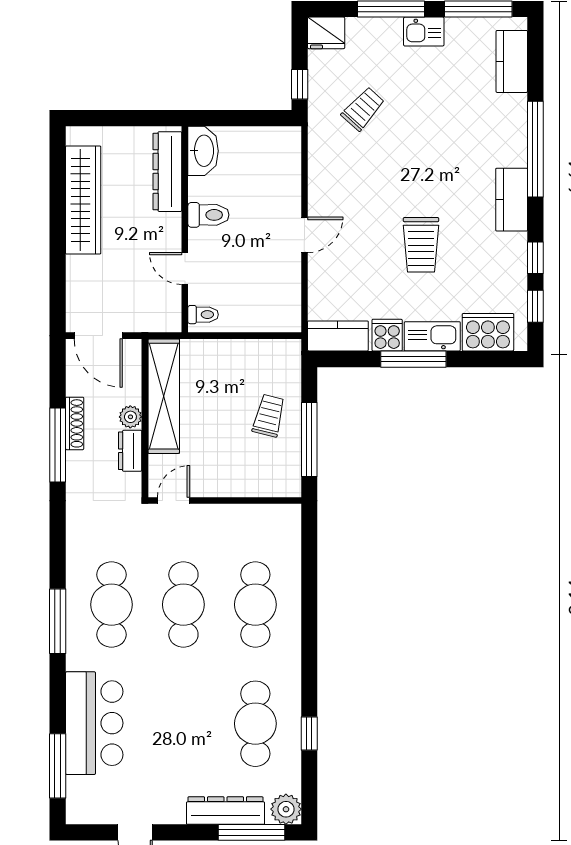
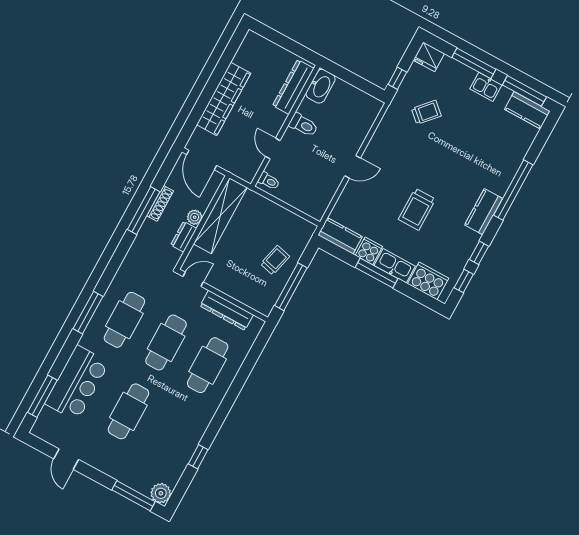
kitchen counter: (512, 61) -> (527, 110), moved, turned -90
wardrobe: (83, 200) -> (224, 99), moved
cafe table: (255, 724) -> (128, 411), moved
dresser: (225, 811) -> (227, 310), moved, turned 180

